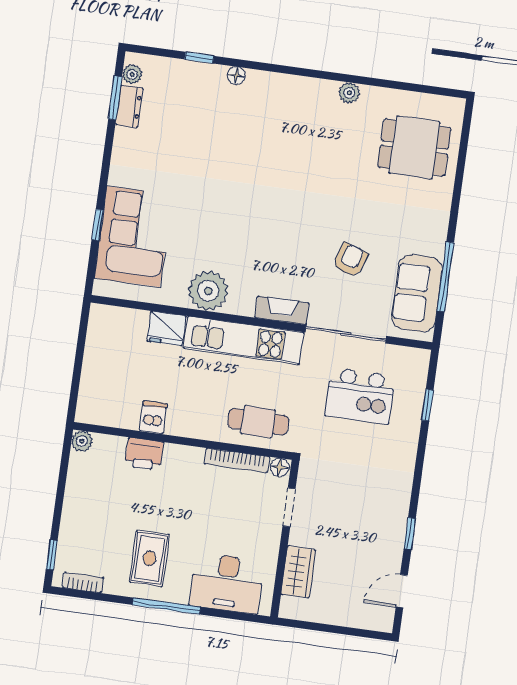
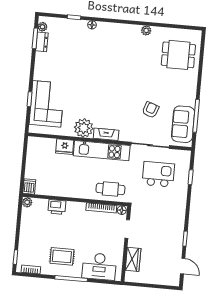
fireplace: (282, 310) -> (106, 134), moved
kitchen island: (360, 396) -> (158, 174), turned 180
dishwasher: (153, 417) -> (29, 187), moved
rug: (149, 558) -> (62, 256), turned 90
door: (402, 591) -> (183, 266), swing flipped

